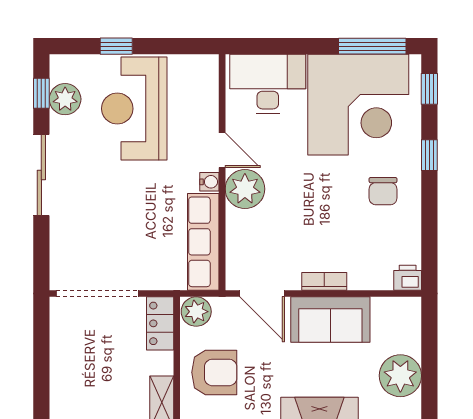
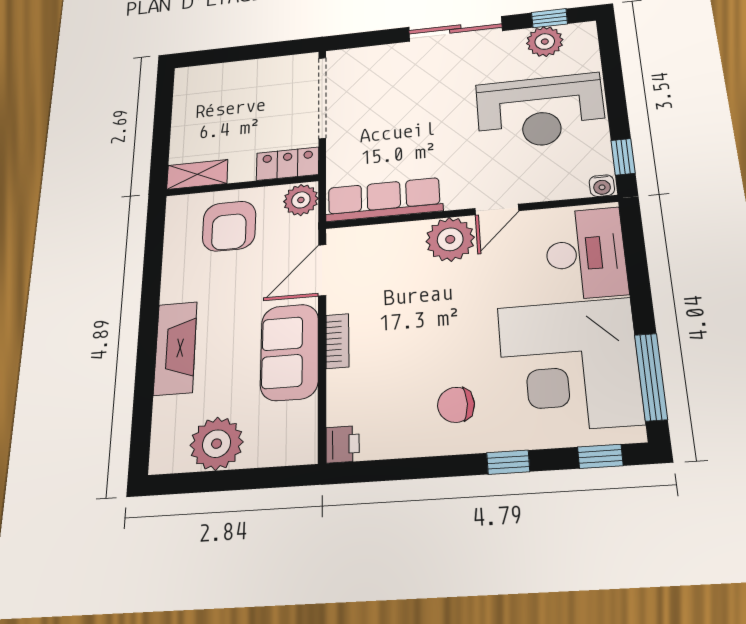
window: (116, 46) -> (623, 157), moved
reception desk: (134, 109) -> (540, 111), turned 180
water cooler: (209, 182) -> (602, 186), moved

